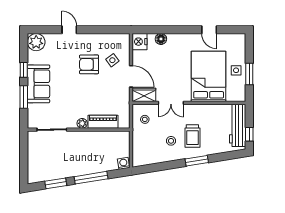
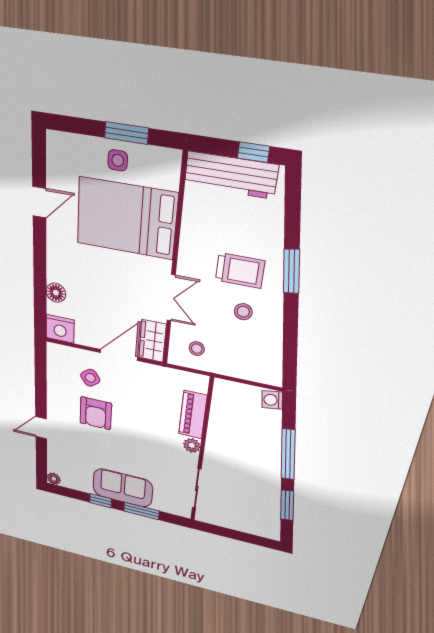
plant: (36, 42) -> (54, 479), width x0.53, depth x0.53

